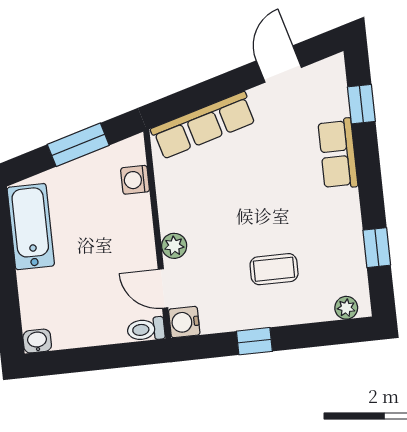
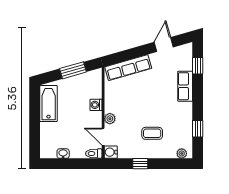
washing machine: (135, 180) -> (96, 105), moved
washbasin: (37, 341) -> (63, 154), moved

